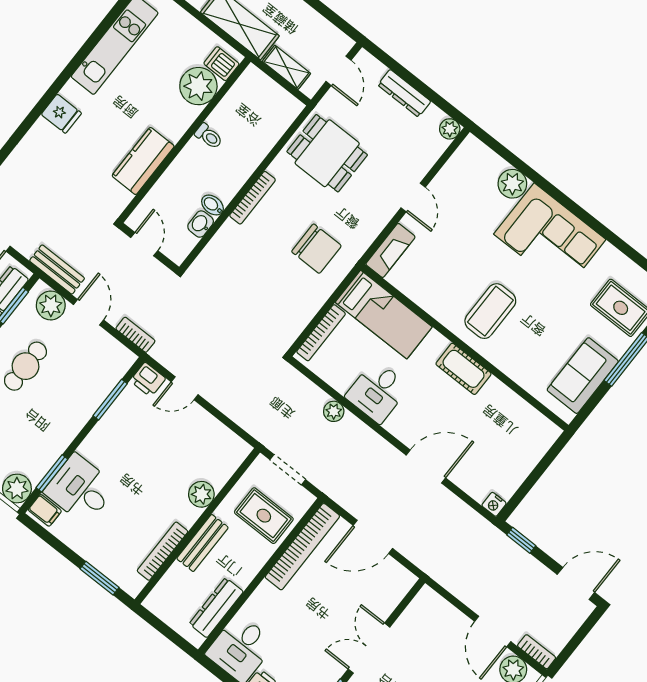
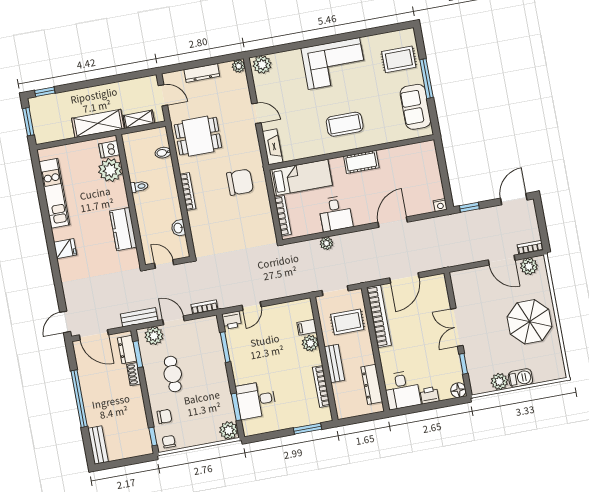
plant: (512, 184) -> (262, 65), moved
bidet: (212, 205) -> (163, 153), moved
coffee table: (490, 311) -> (345, 124), turned 90
filing cabinet: (45, 510) -> (307, 327), moved, turned 180

